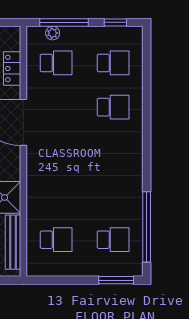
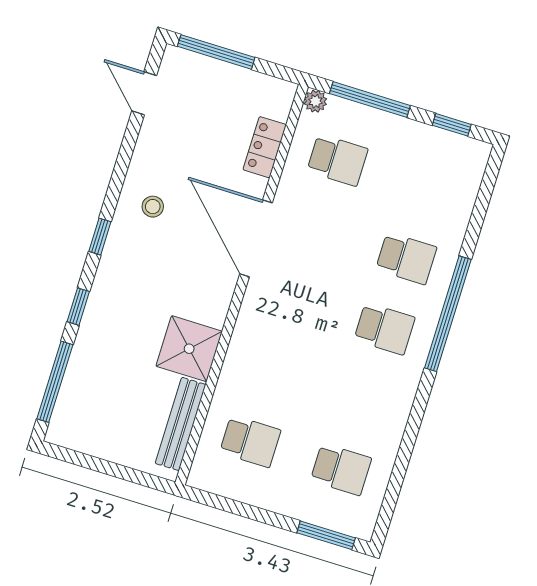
plant: (53, 33) -> (315, 101), moved
school desk: (113, 63) -> (384, 329), moved
window: (147, 227) -> (448, 314), moved

